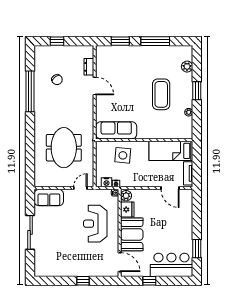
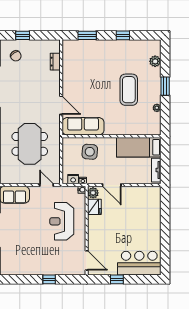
window: (155, 41) -> (123, 35), width x0.46
chair: (57, 80) -> (16, 56), moved
door: (95, 86) -> (61, 105), moved
door: (80, 188) -> (47, 185), hinge flipped
door: (170, 188) -> (112, 185), moved
booth: (132, 234) -> (99, 232), removed
window: (197, 249) -> (165, 247), removed

